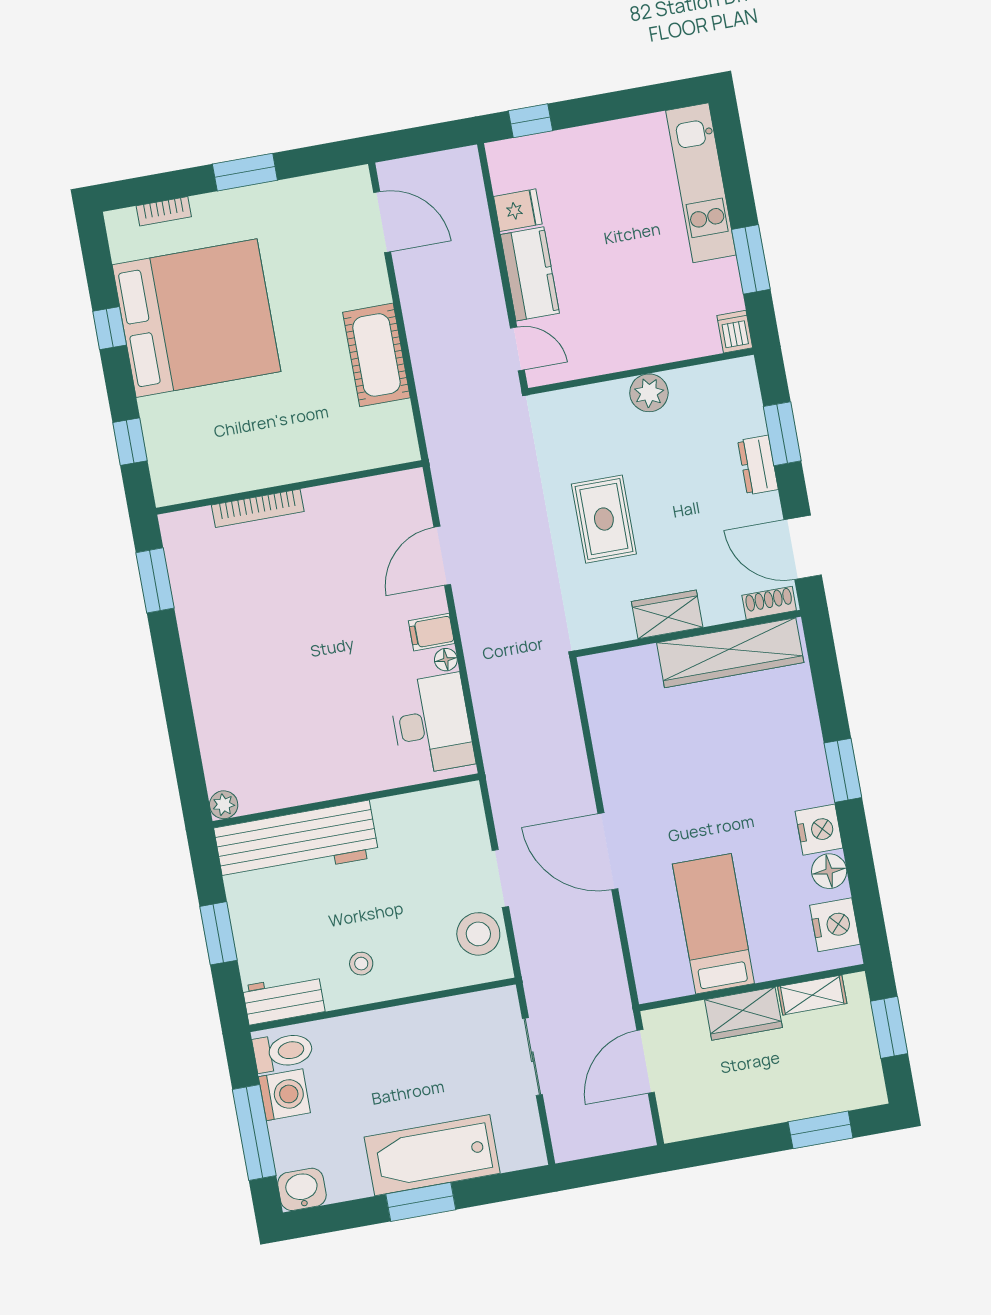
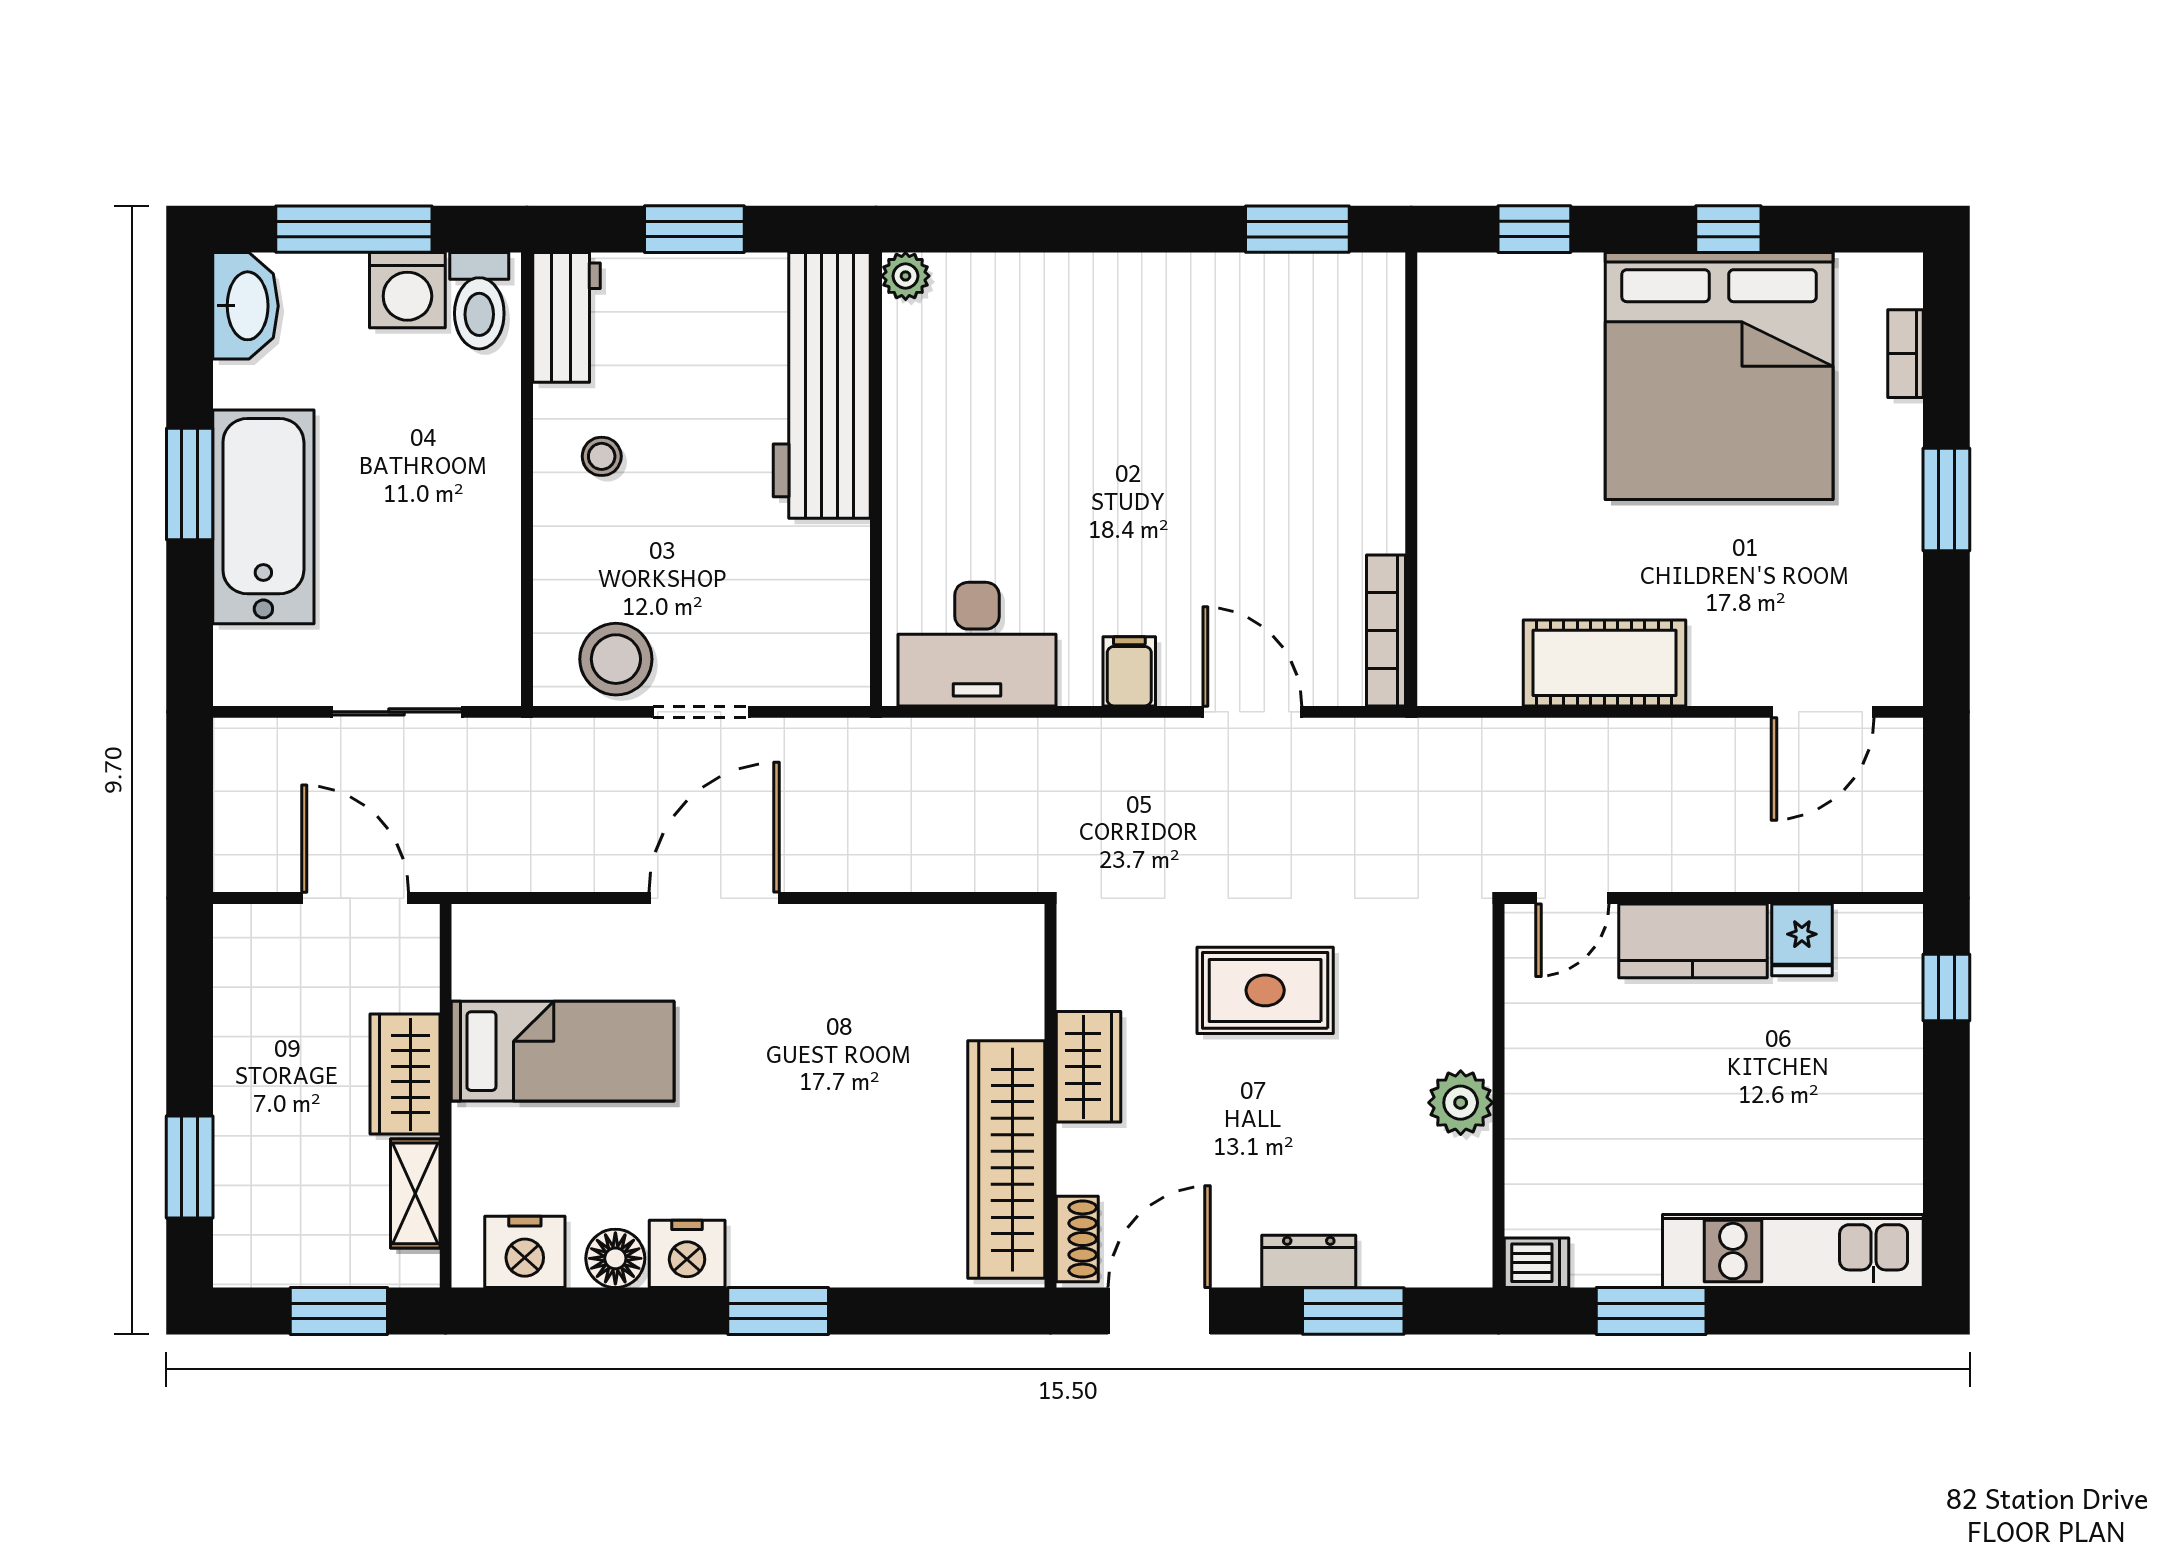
bookcase: (258, 508) -> (1386, 630), moved
floor lamp: (446, 660) -> (1080, 687), removed
washbasin: (302, 1189) -> (246, 306), width x1.38

